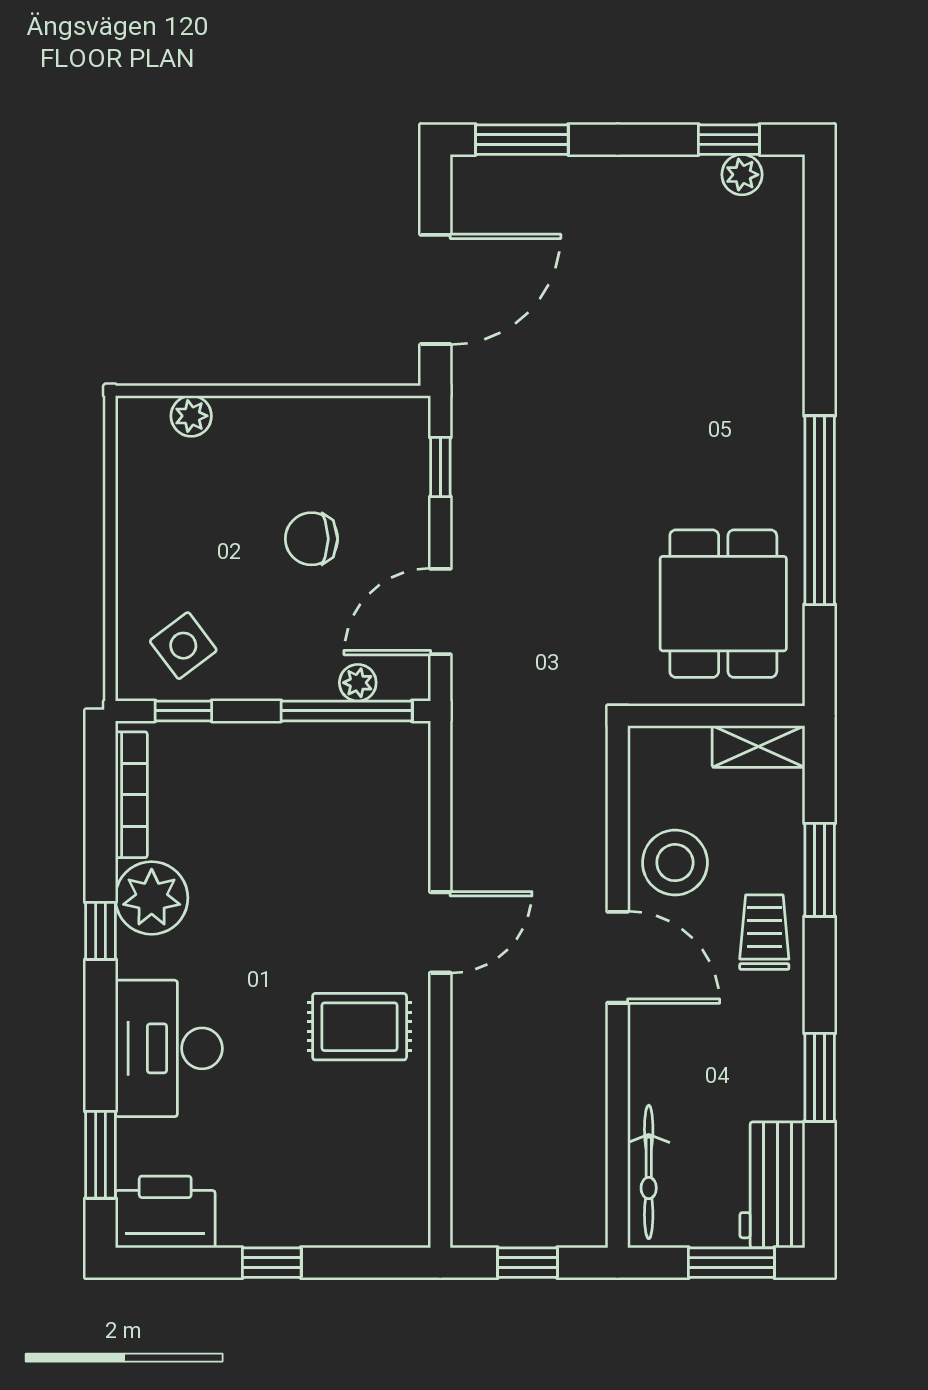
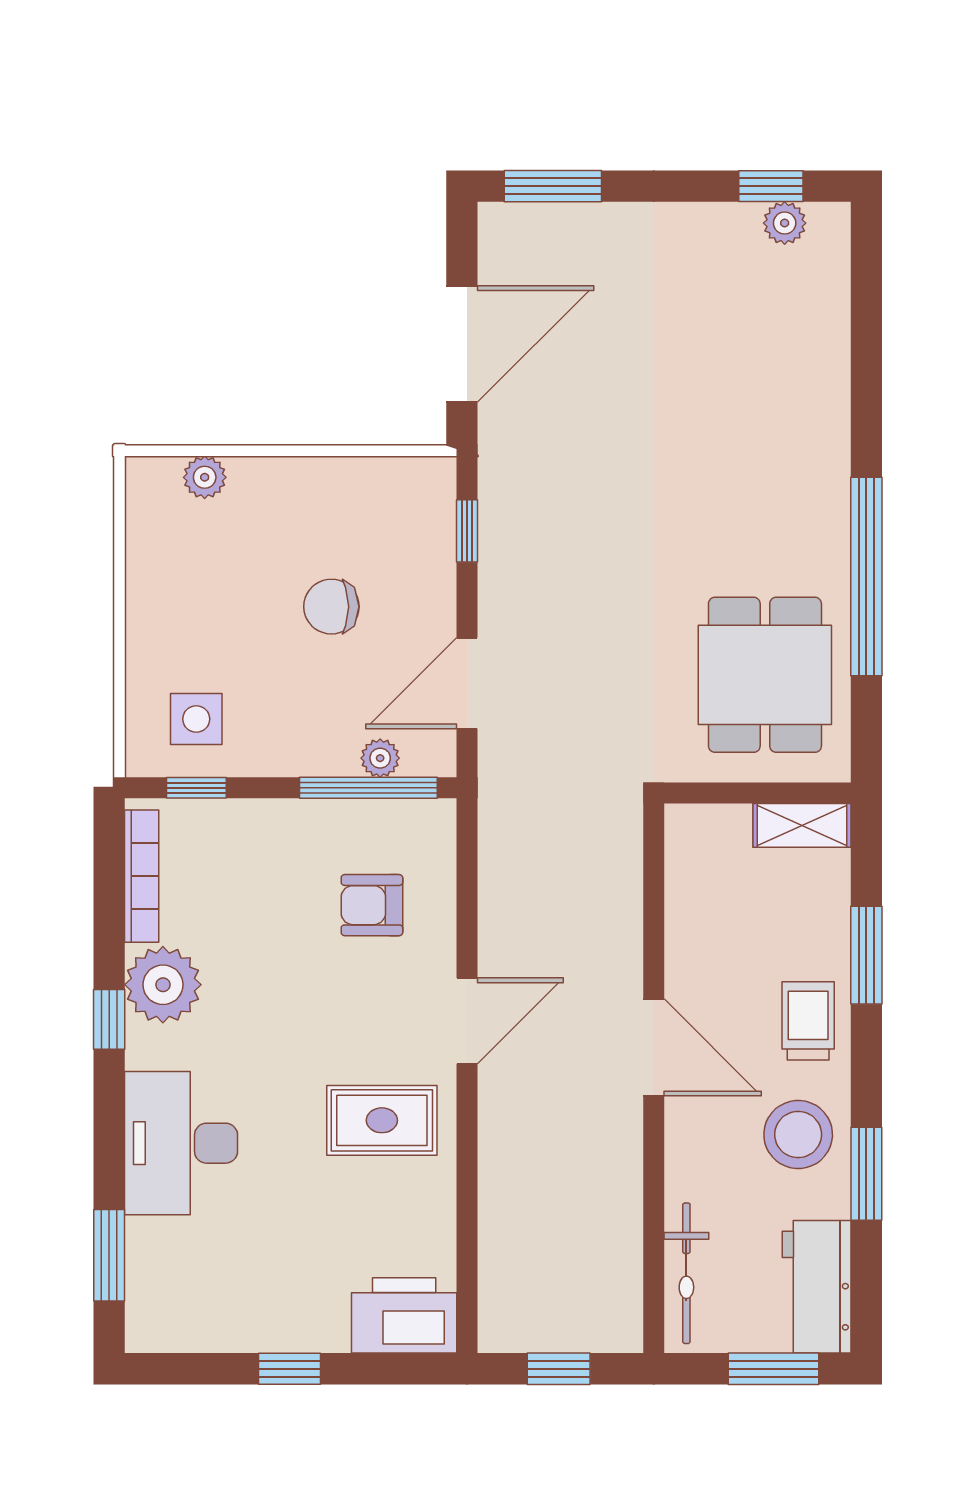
side table: (183, 646) -> (196, 719), turned 37
armchair: (350, 822) -> (372, 905), added
stool: (675, 863) -> (798, 1135), moved
printer: (165, 1212) -> (404, 1315), moved

